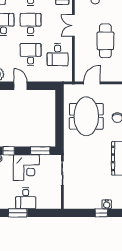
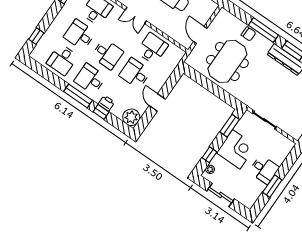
desk: (31, 24) -> (107, 54), turned 180
desk: (58, 55) -> (152, 48), turned -90
door: (20, 86) -> (157, 102), hinge flipped
meeting table: (86, 116) -> (227, 61), turned 90

